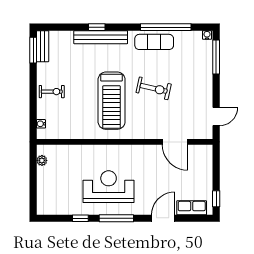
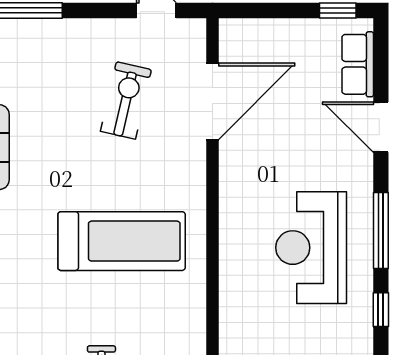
exercise bike: (154, 88) -> (126, 100), moved
door: (175, 142) -> (213, 101), width x1.36

